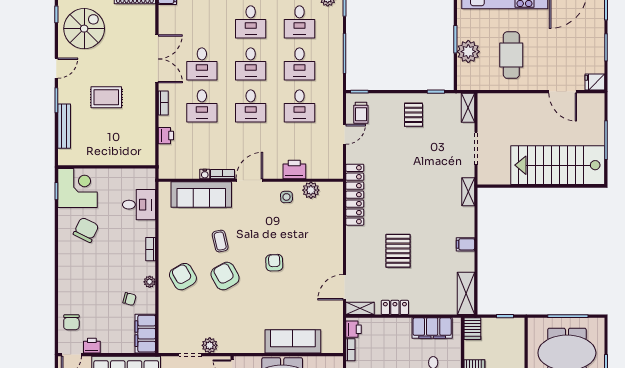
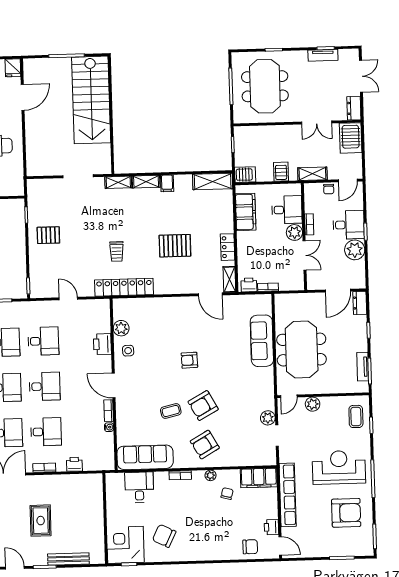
shelving: (468, 108) -> (146, 182), moved
trolley: (361, 113) -> (117, 251), moved, turned 90
sofa: (201, 195) -> (145, 457), moved, turned -90

